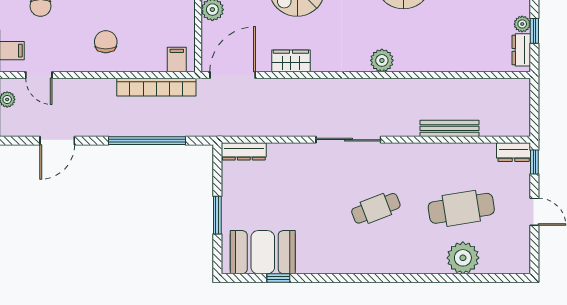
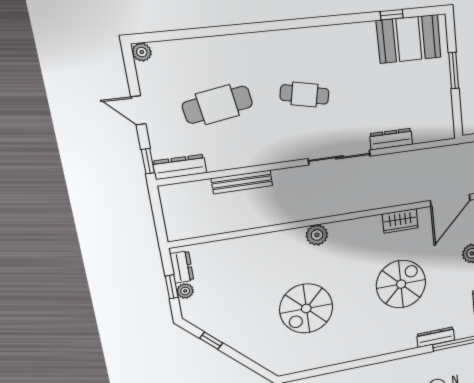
dresser: (244, 151) -> (391, 139), moved
dresser: (514, 152) -> (180, 167), width x1.44
cafe table: (376, 208) -> (305, 94), turned 33
plant: (463, 258) -> (142, 52), moved, width x0.53, depth x0.53

